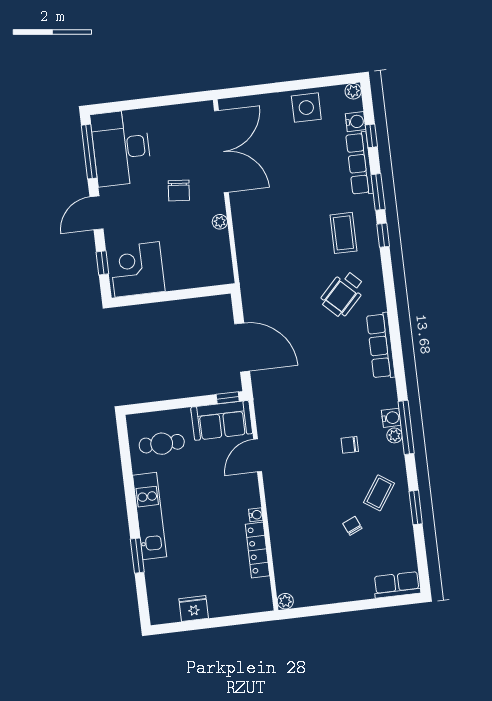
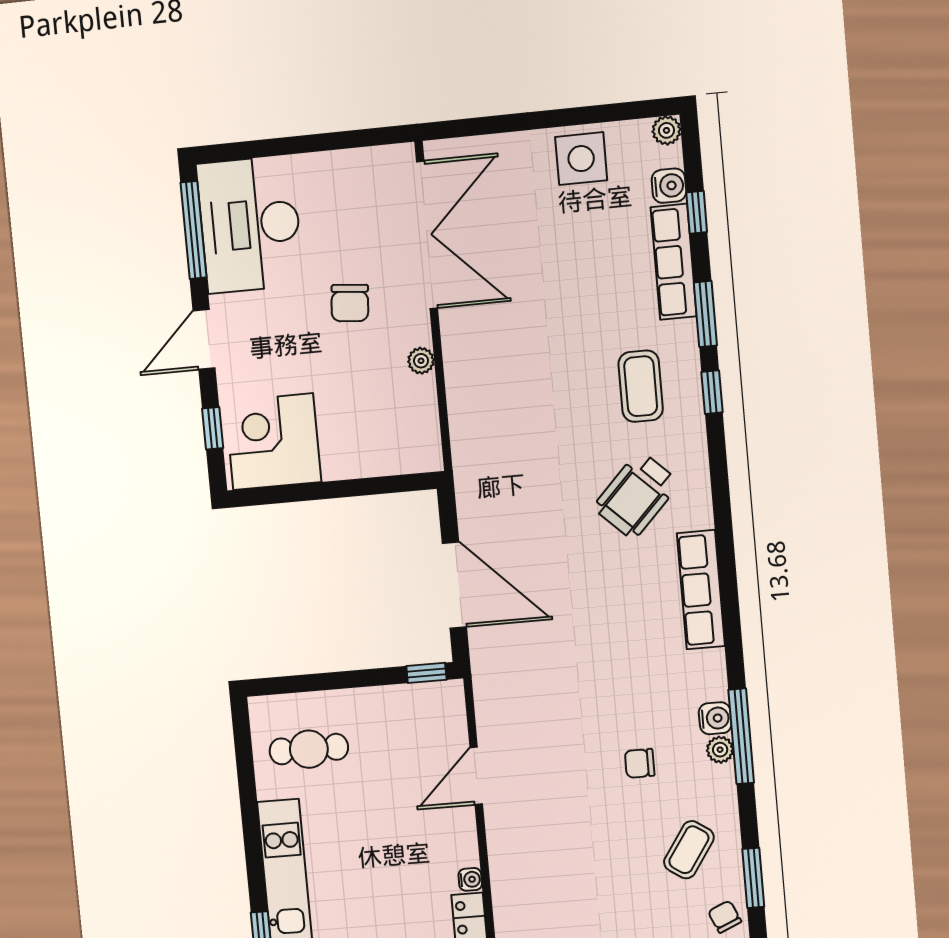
sofa: (222, 420) -> (415, 712), removed
chair: (352, 526) -> (725, 917), moved

